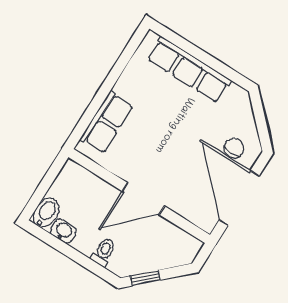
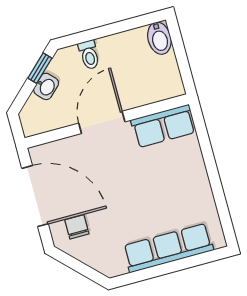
row of seats: (107, 122) -> (163, 126), moved, turned -90
chair: (234, 148) -> (77, 227), turned 180
washbasin: (63, 231) -> (46, 86), moved, turned -44

